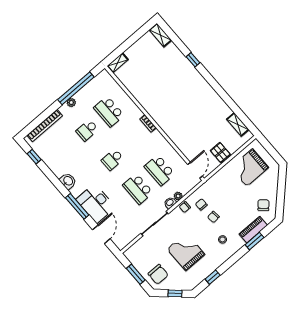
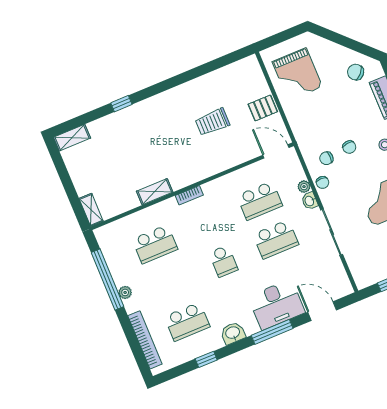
trolley: (201, 123) -> (212, 122), added
shelving: (238, 124) -> (155, 192), moved
school desk: (87, 130) -> (187, 322), moved, width x1.85
window: (34, 157) -> (206, 359), moved

